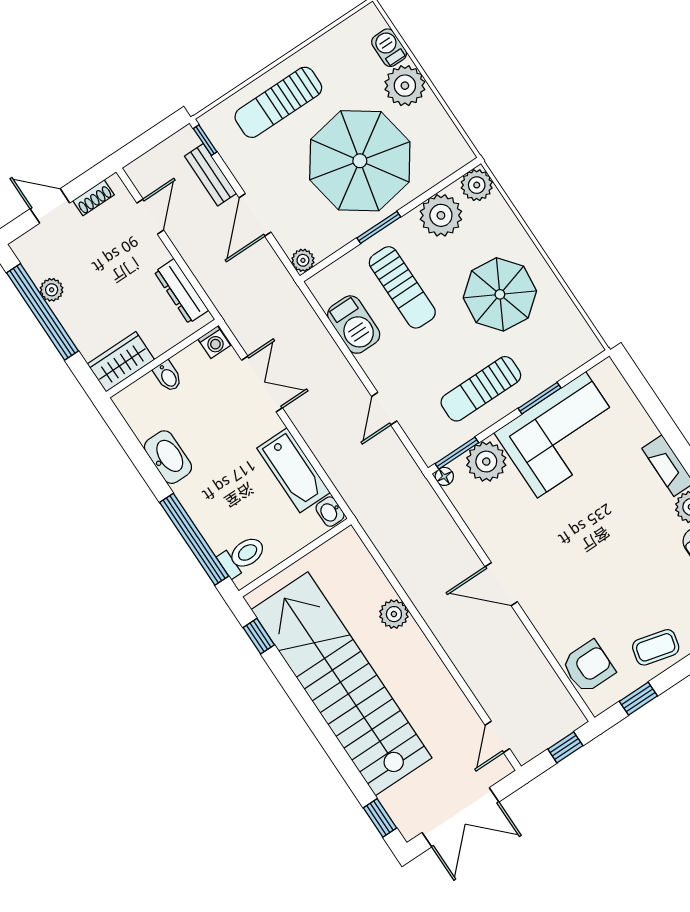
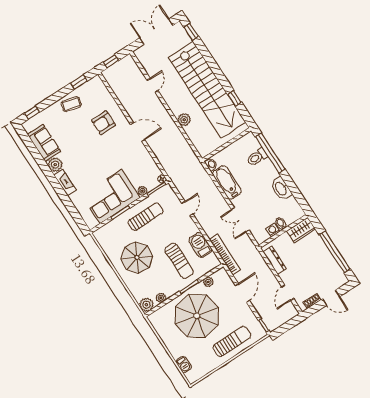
plant: (405, 86) -> (177, 348), removed
bench: (211, 175) -> (261, 310), removed
plant: (441, 215) -> (161, 298), width x0.53, depth x0.53
plant: (303, 260) -> (208, 282), moved
sun lounger: (402, 287) -> (179, 261), turned 180
plant: (52, 290) -> (331, 261), removed
bookcase: (297, 303) -> (225, 254), added
washing machine: (214, 342) -> (273, 230), moved
plant: (486, 462) -> (142, 191), width x0.53, depth x0.53
toilet: (242, 556) -> (257, 157), moved
window: (259, 636) -> (235, 98), moved
armchair: (588, 667) -> (103, 123), moved
door: (497, 737) -> (153, 85), moved

